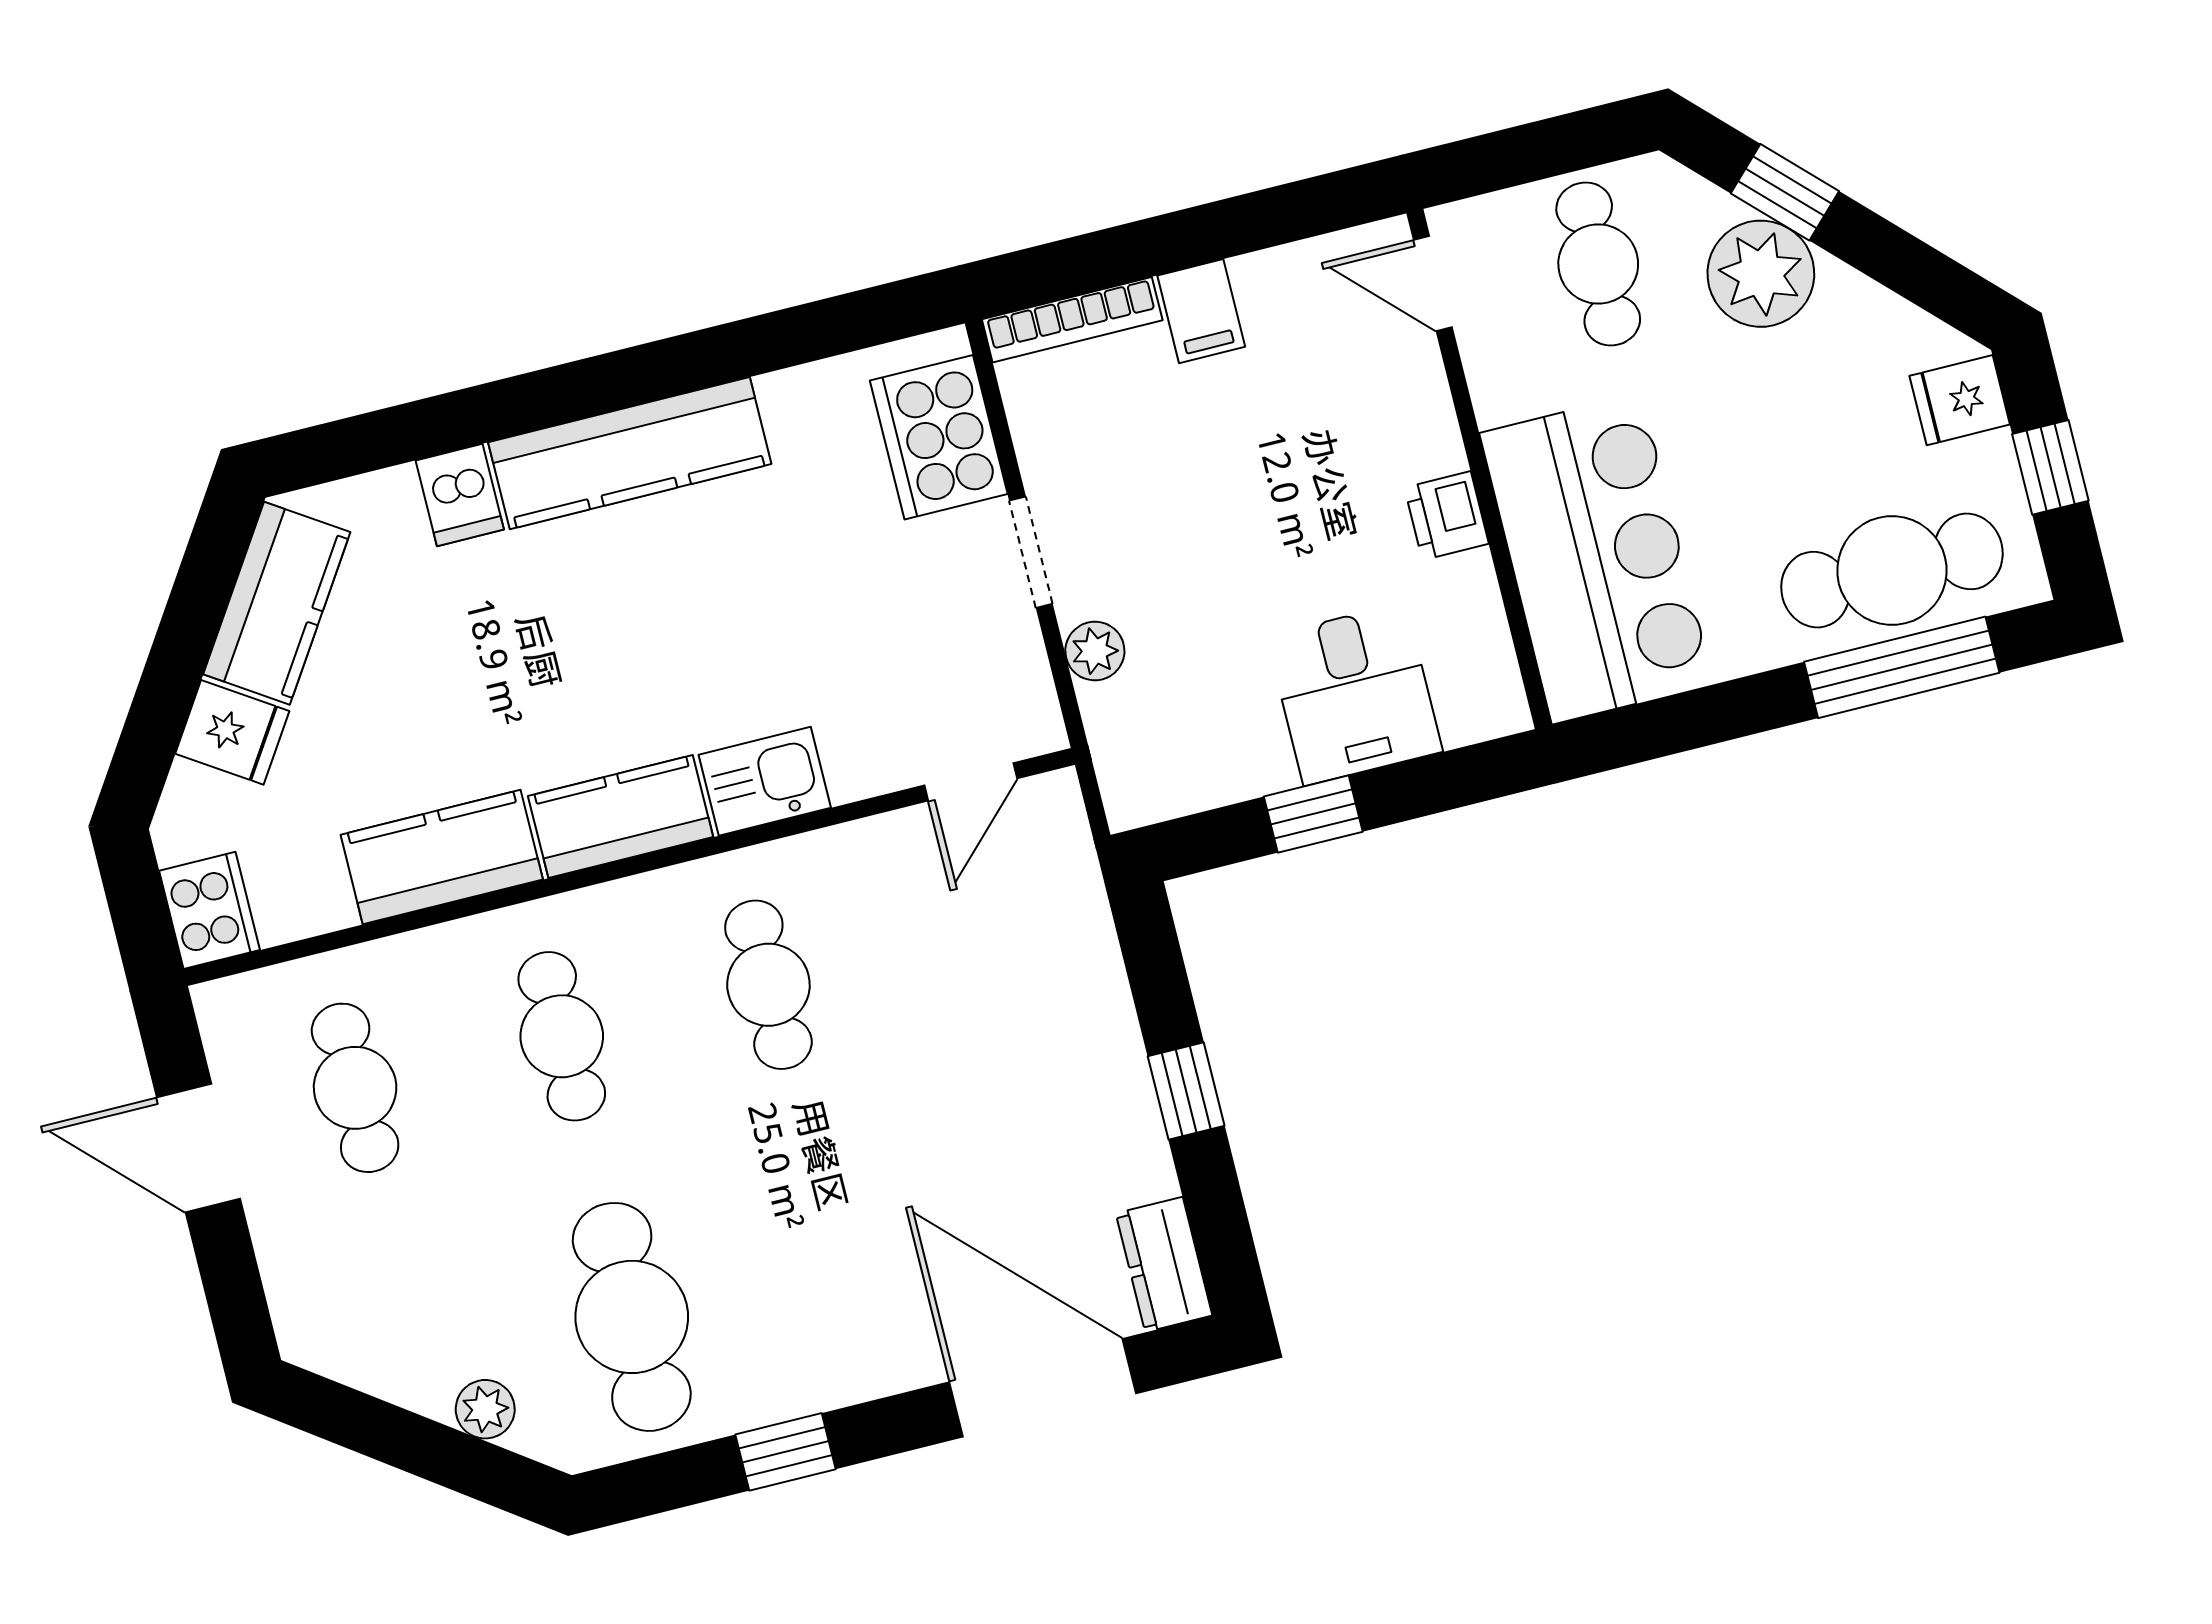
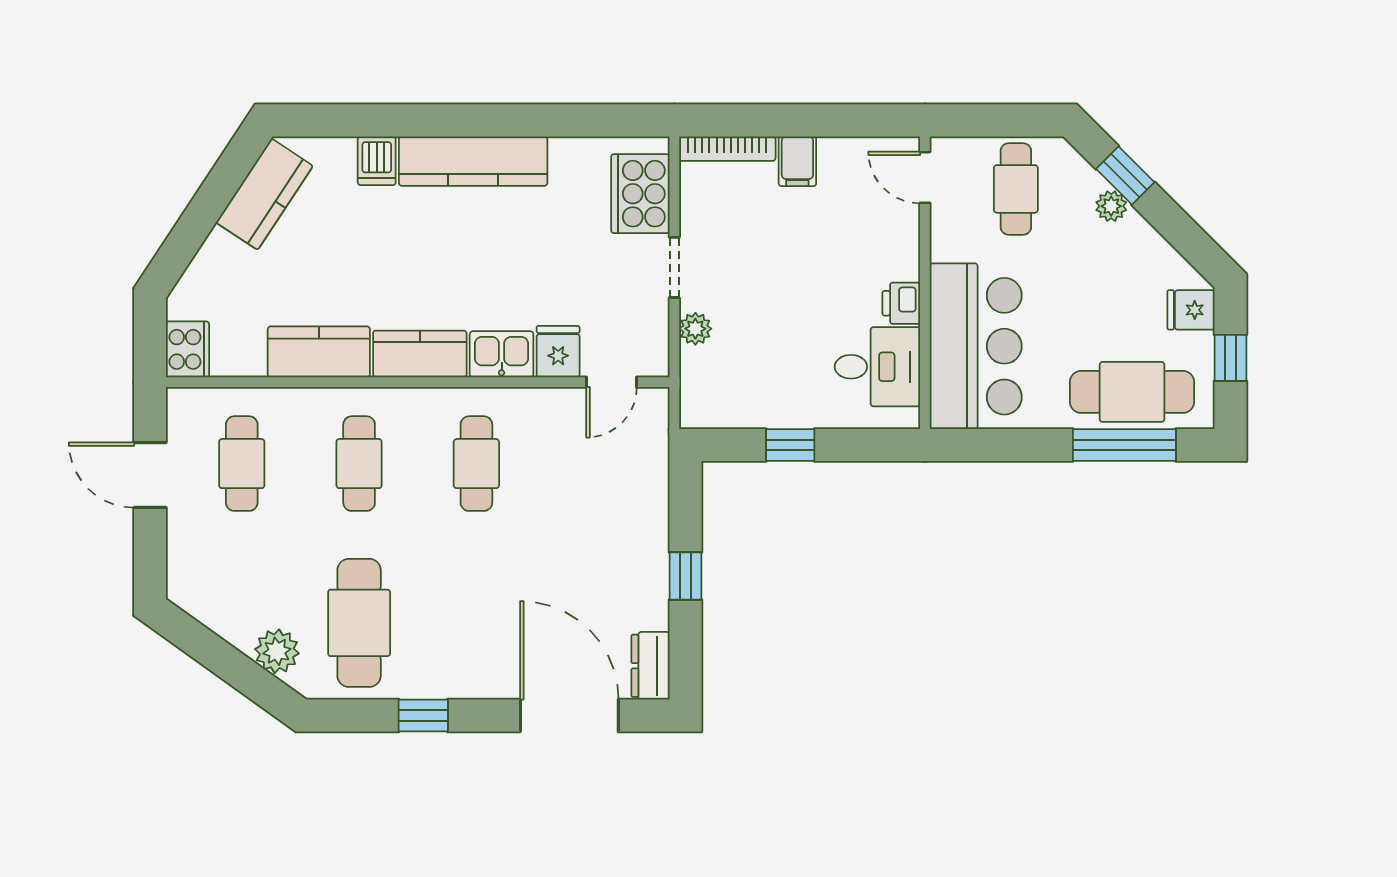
plant: (1761, 274) -> (1111, 206), width x0.53, depth x0.53
desk: (1355, 694) -> (877, 367), moved, turned -90
fridge: (232, 732) -> (558, 352), moved, turned -123
plant: (485, 1409) -> (277, 651), width x1.38, depth x1.38

